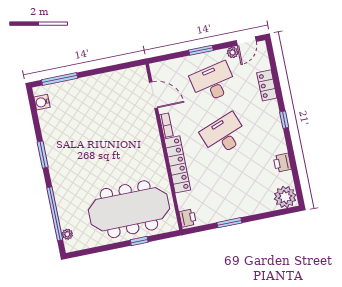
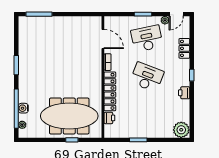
water cooler: (42, 102) -> (23, 108), moved
desk: (224, 135) -> (147, 77), turned 42
printer: (282, 163) -> (184, 93), moved
printer: (188, 218) -> (109, 118), moved

